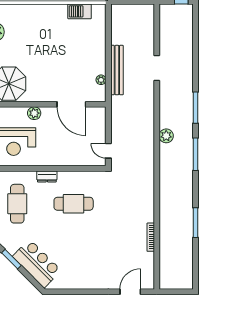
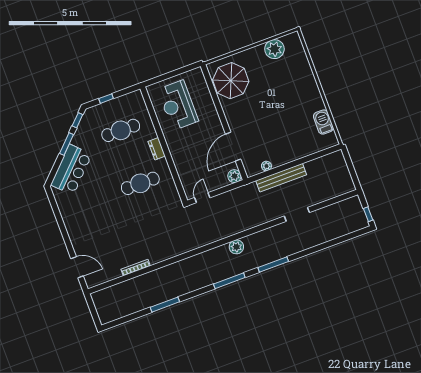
plant: (34, 113) -> (234, 176), moved
cafe table: (74, 204) -> (140, 183), turned 90

